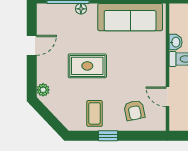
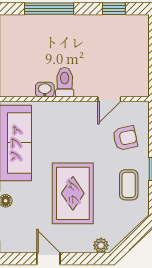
rug: (87, 66) -> (73, 193), width x1.36, depth x1.43
coffee table: (95, 113) -> (129, 185), turned 90

